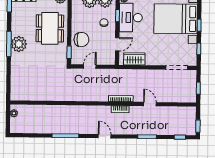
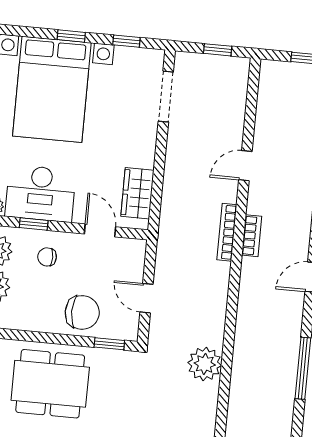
chair: (81, 40) -> (82, 312), turned 90
plant: (64, 94) -> (205, 364), added

